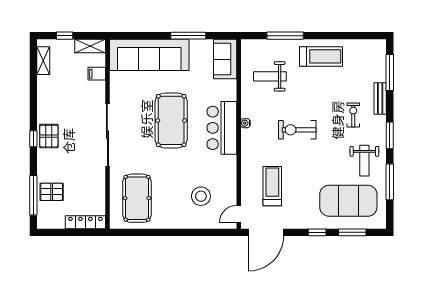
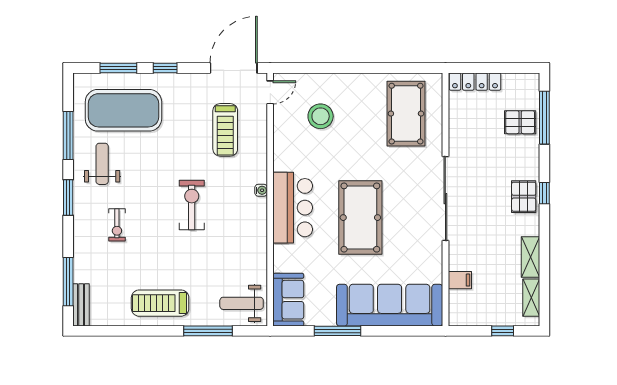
shelving: (90, 46) -> (531, 257), moved, turned 90
weight bench: (270, 76) -> (242, 303), moved, turned 180
bench: (380, 99) -> (81, 305), moved
water cooler: (245, 123) -> (261, 190), moved
exercise bike: (297, 130) -> (192, 205), turned -90

